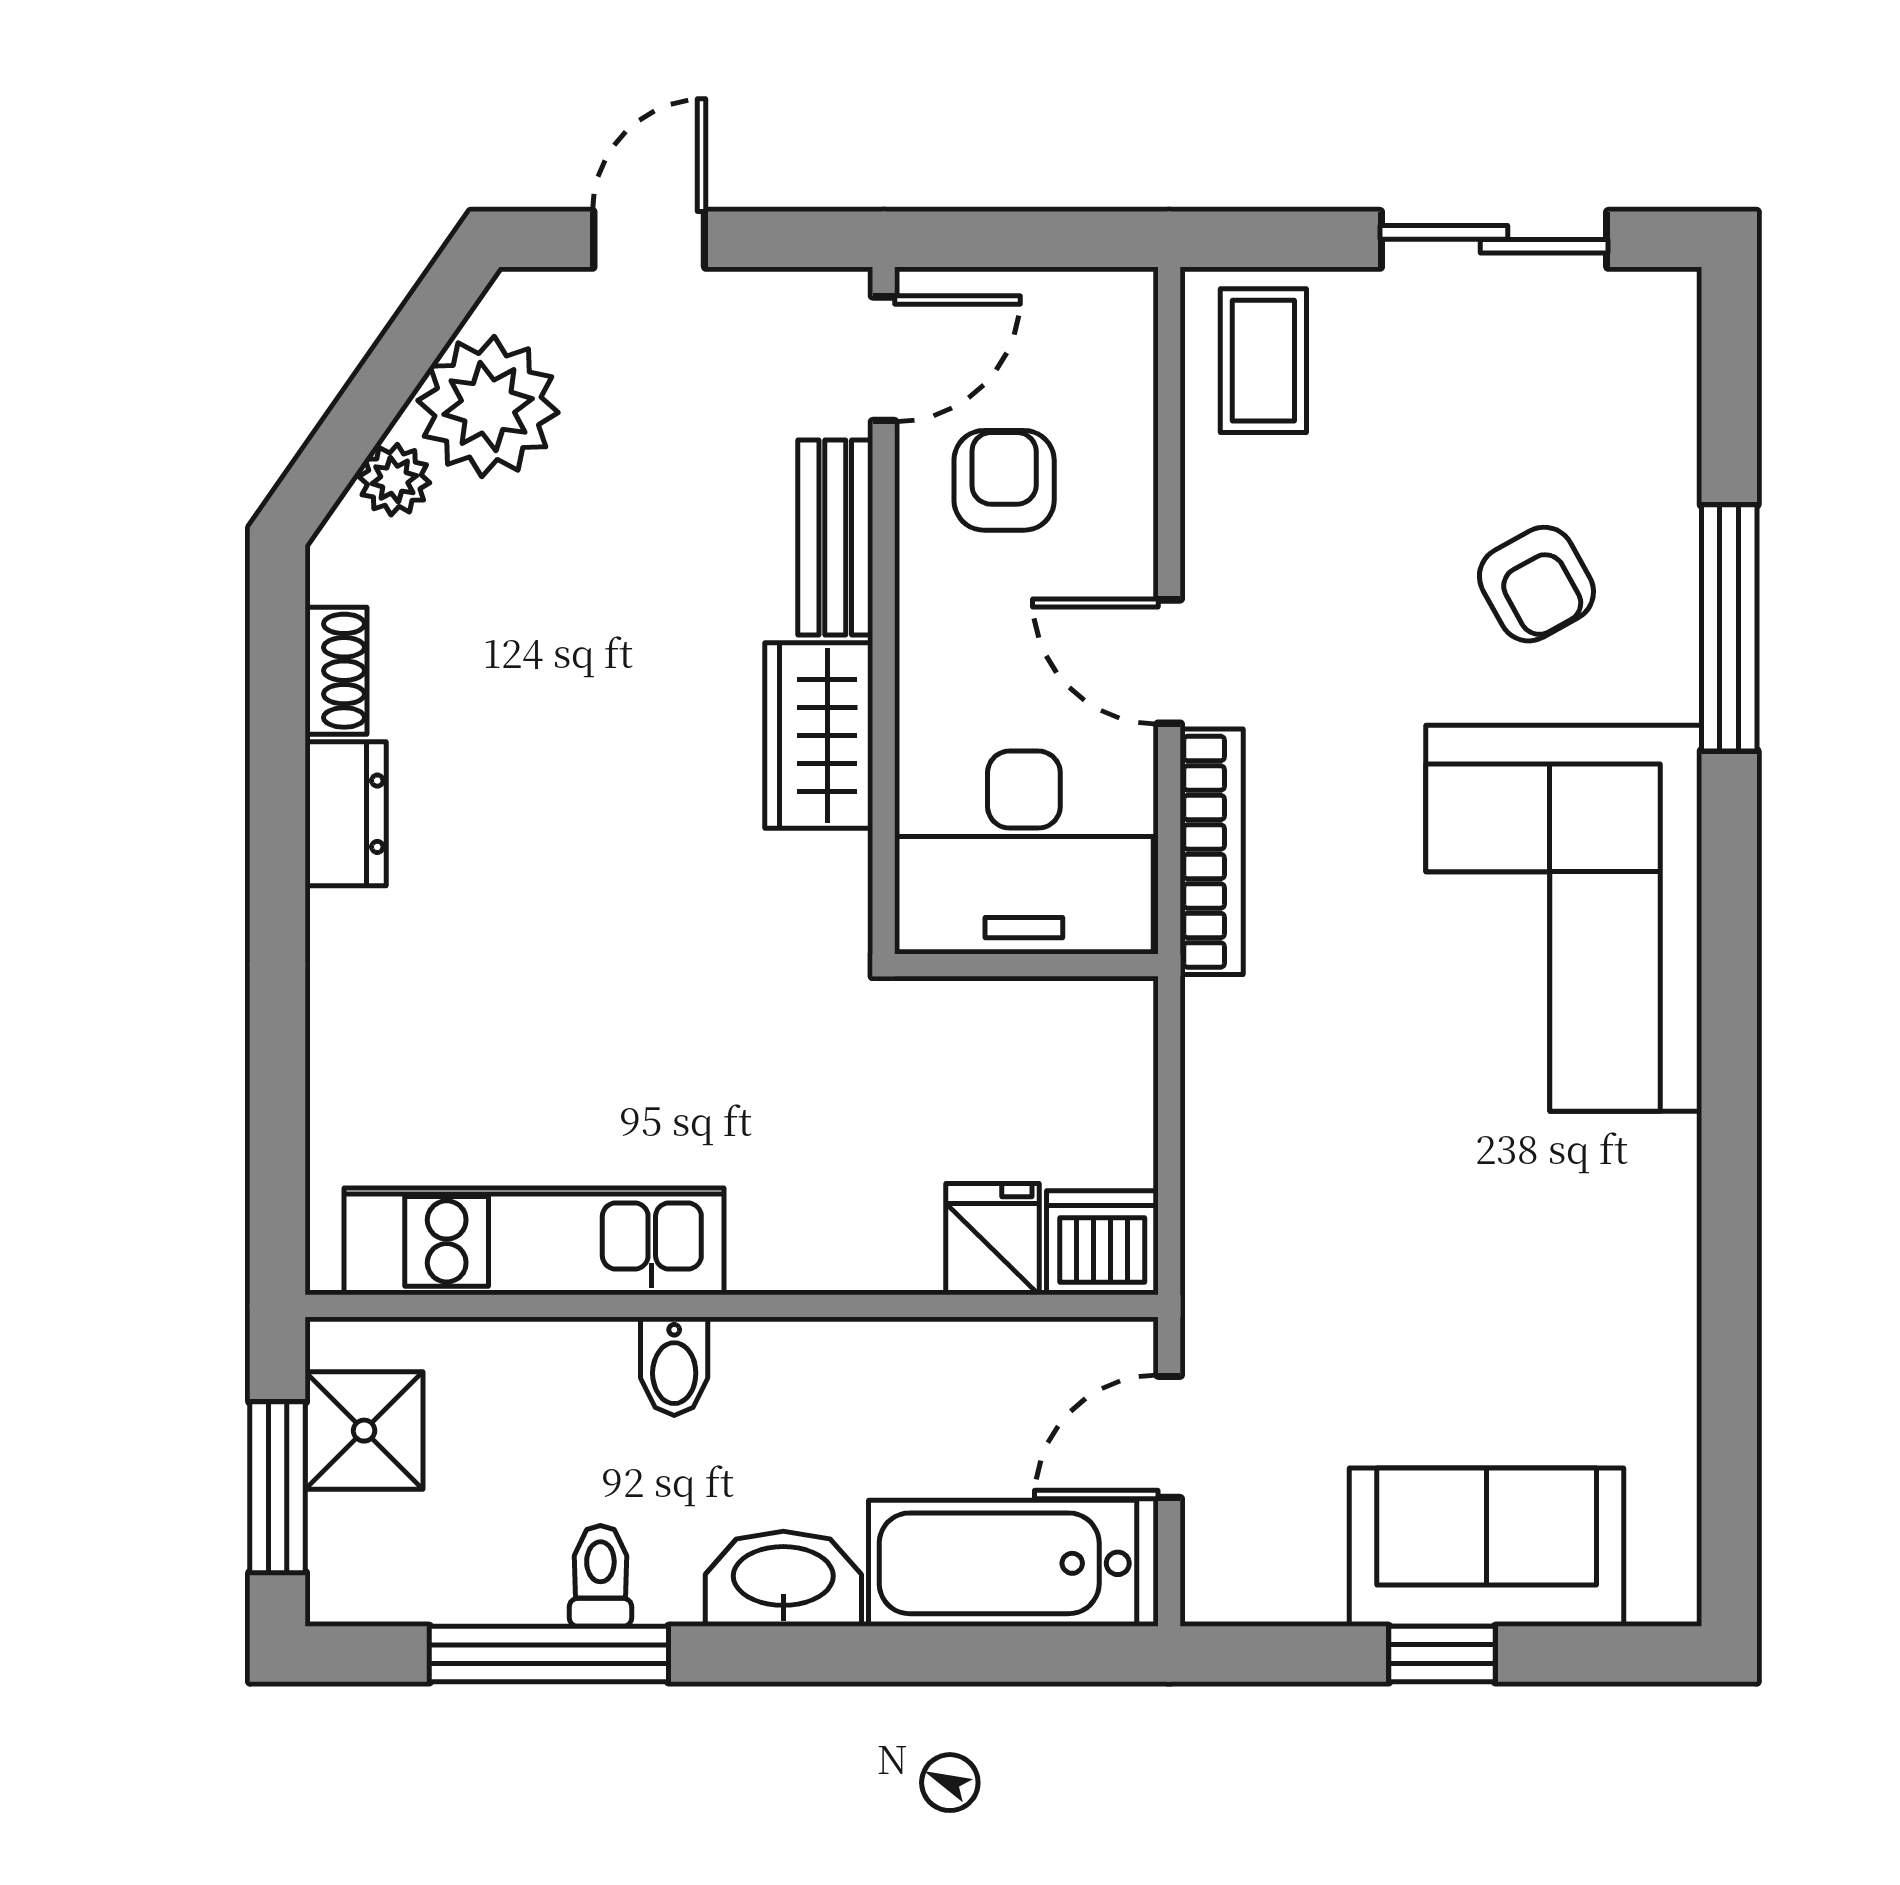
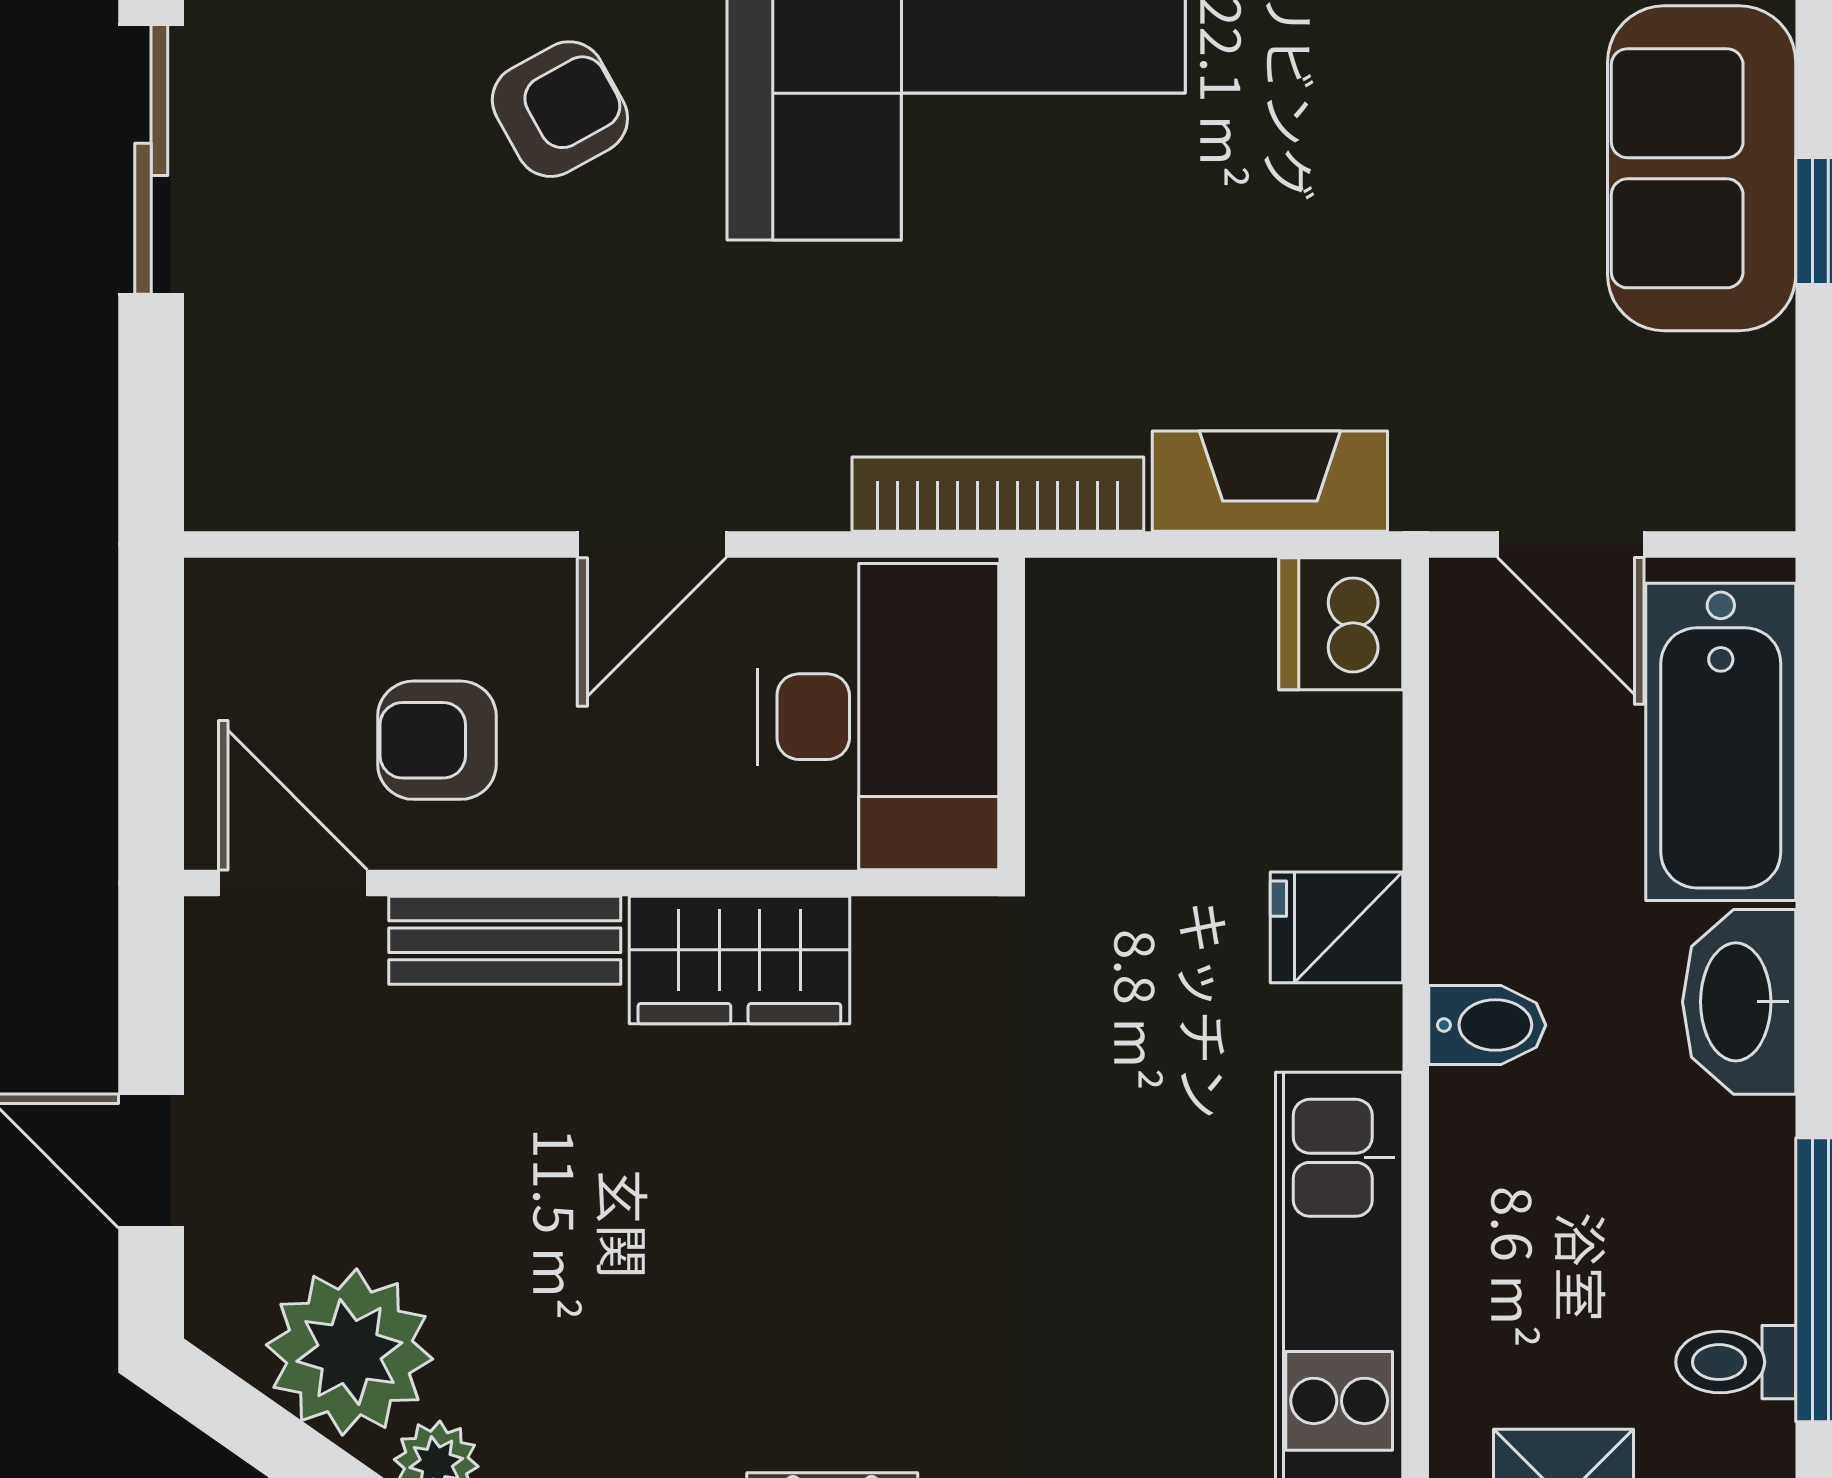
coffee table: (1263, 361) -> (295, 433), removed
bookcase: (1212, 852) -> (998, 494), moved
fireplace: (1223, 1183) -> (1270, 481), added
fridge: (992, 1239) -> (1337, 927), moved
bidet: (674, 1366) -> (1487, 1025), moved
toilet: (600, 1576) -> (1736, 1362), moved

